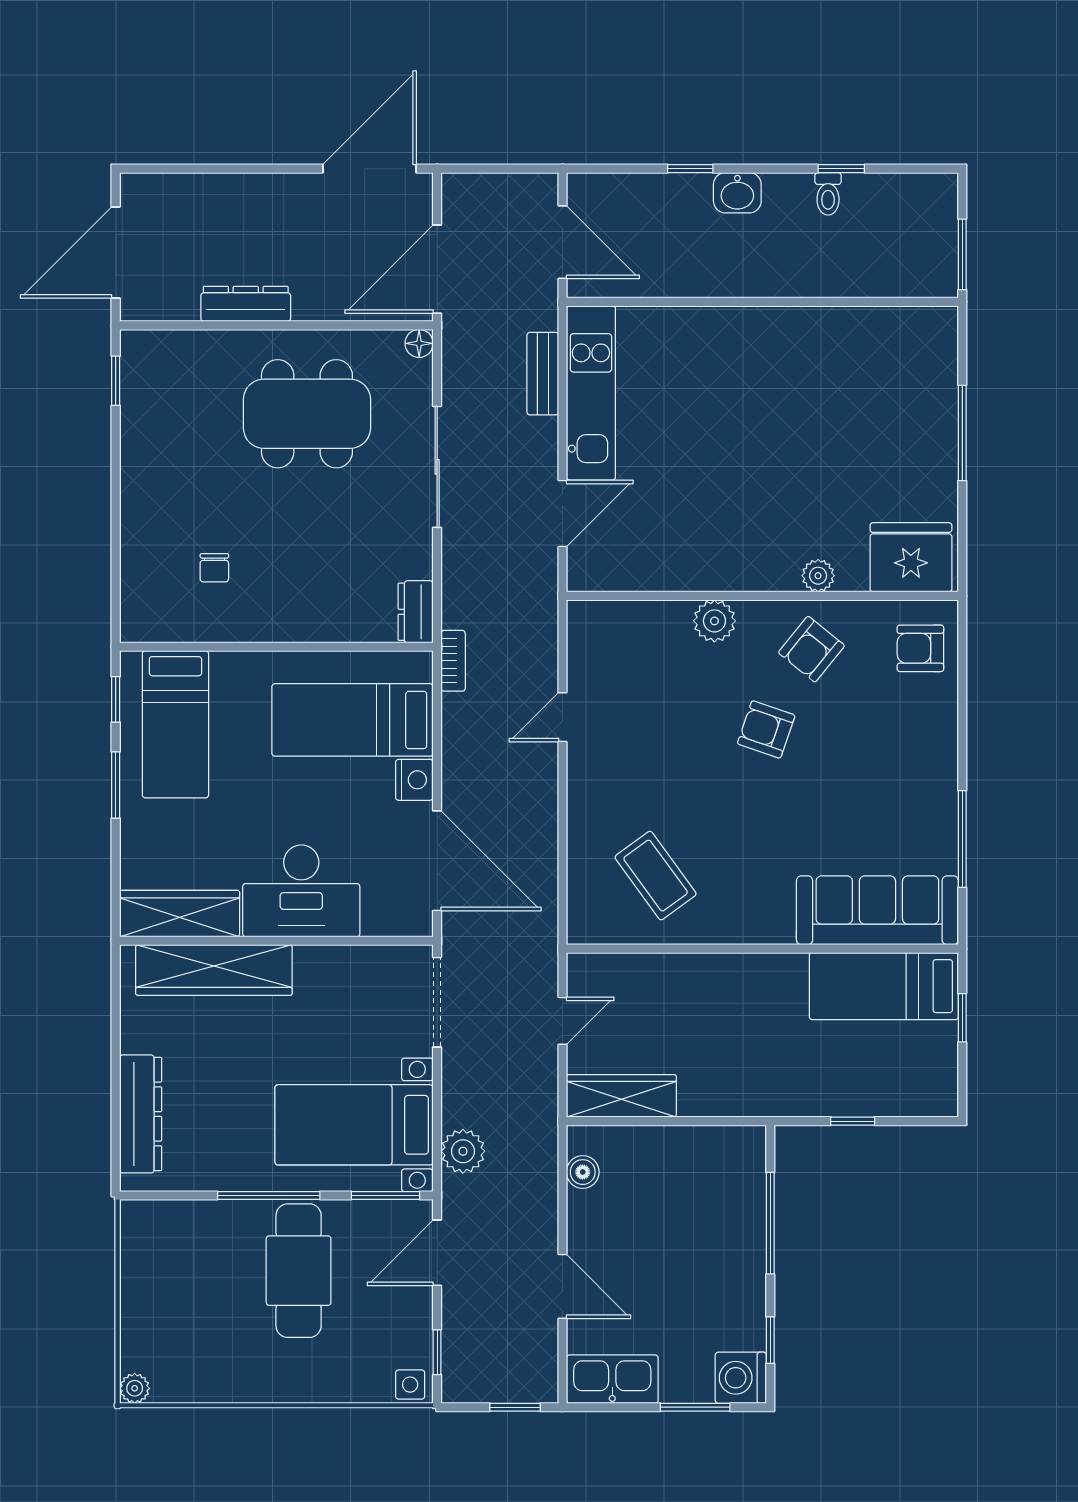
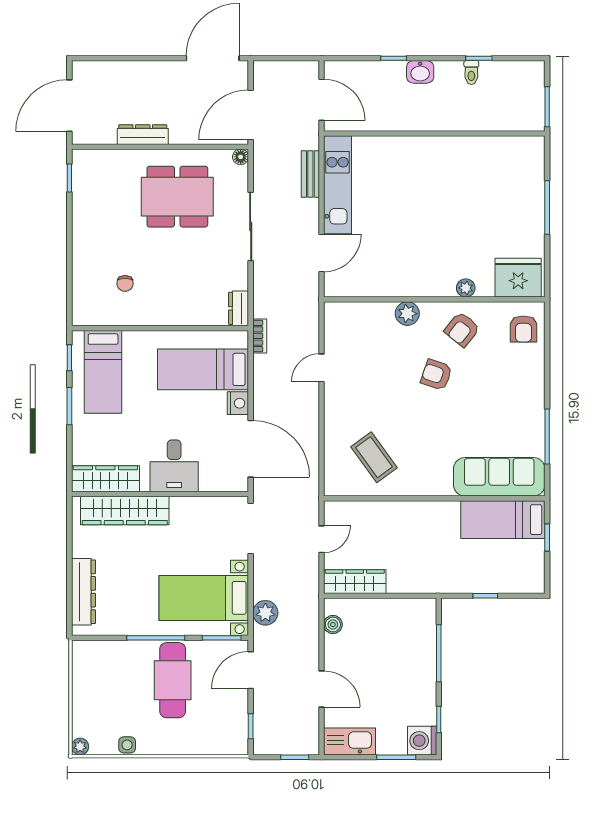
armchair: (920, 648) -> (523, 329), turned -90
desk: (301, 891) -> (174, 466), width x0.73
side table: (410, 1385) -> (127, 745), moved

